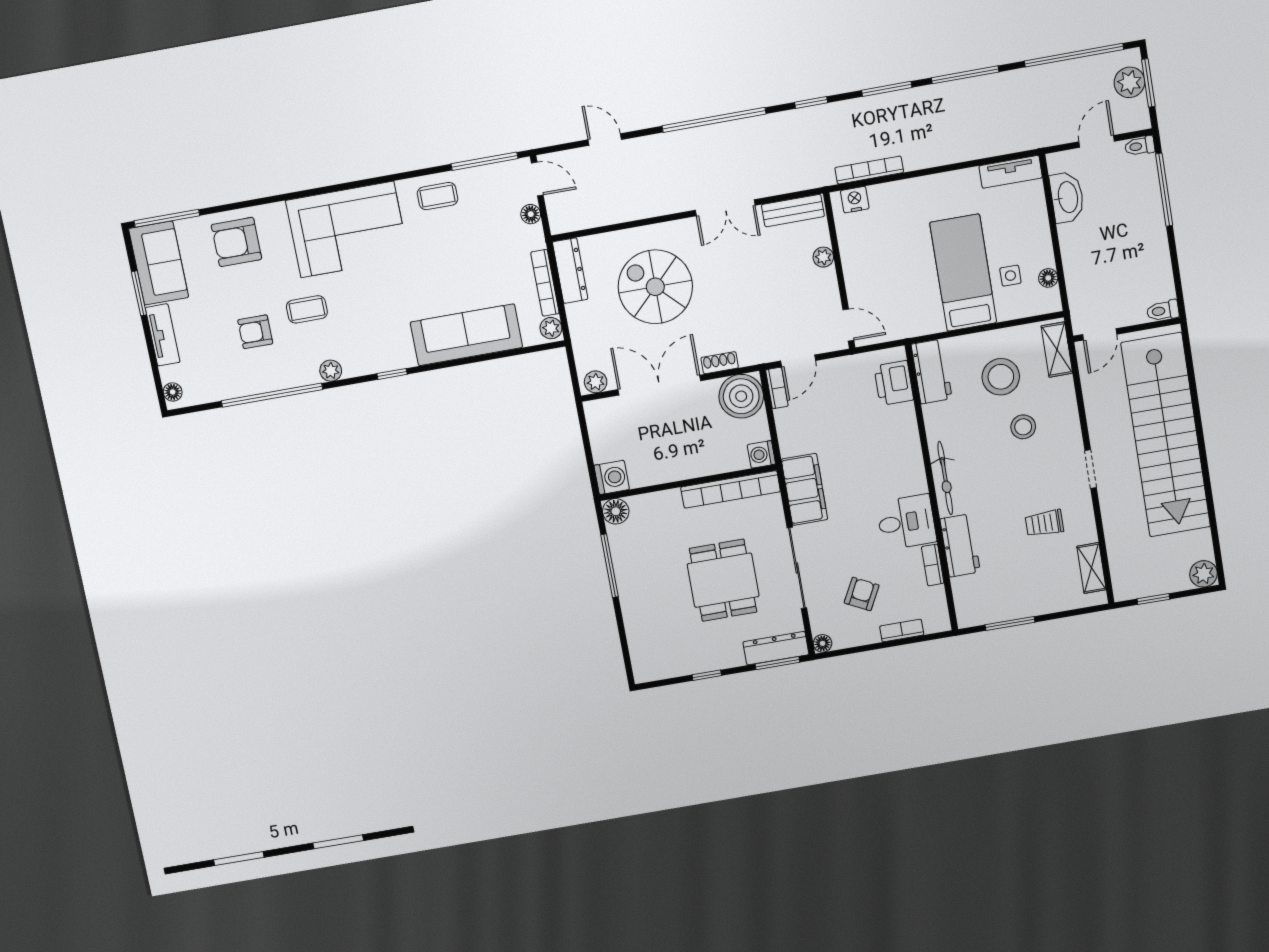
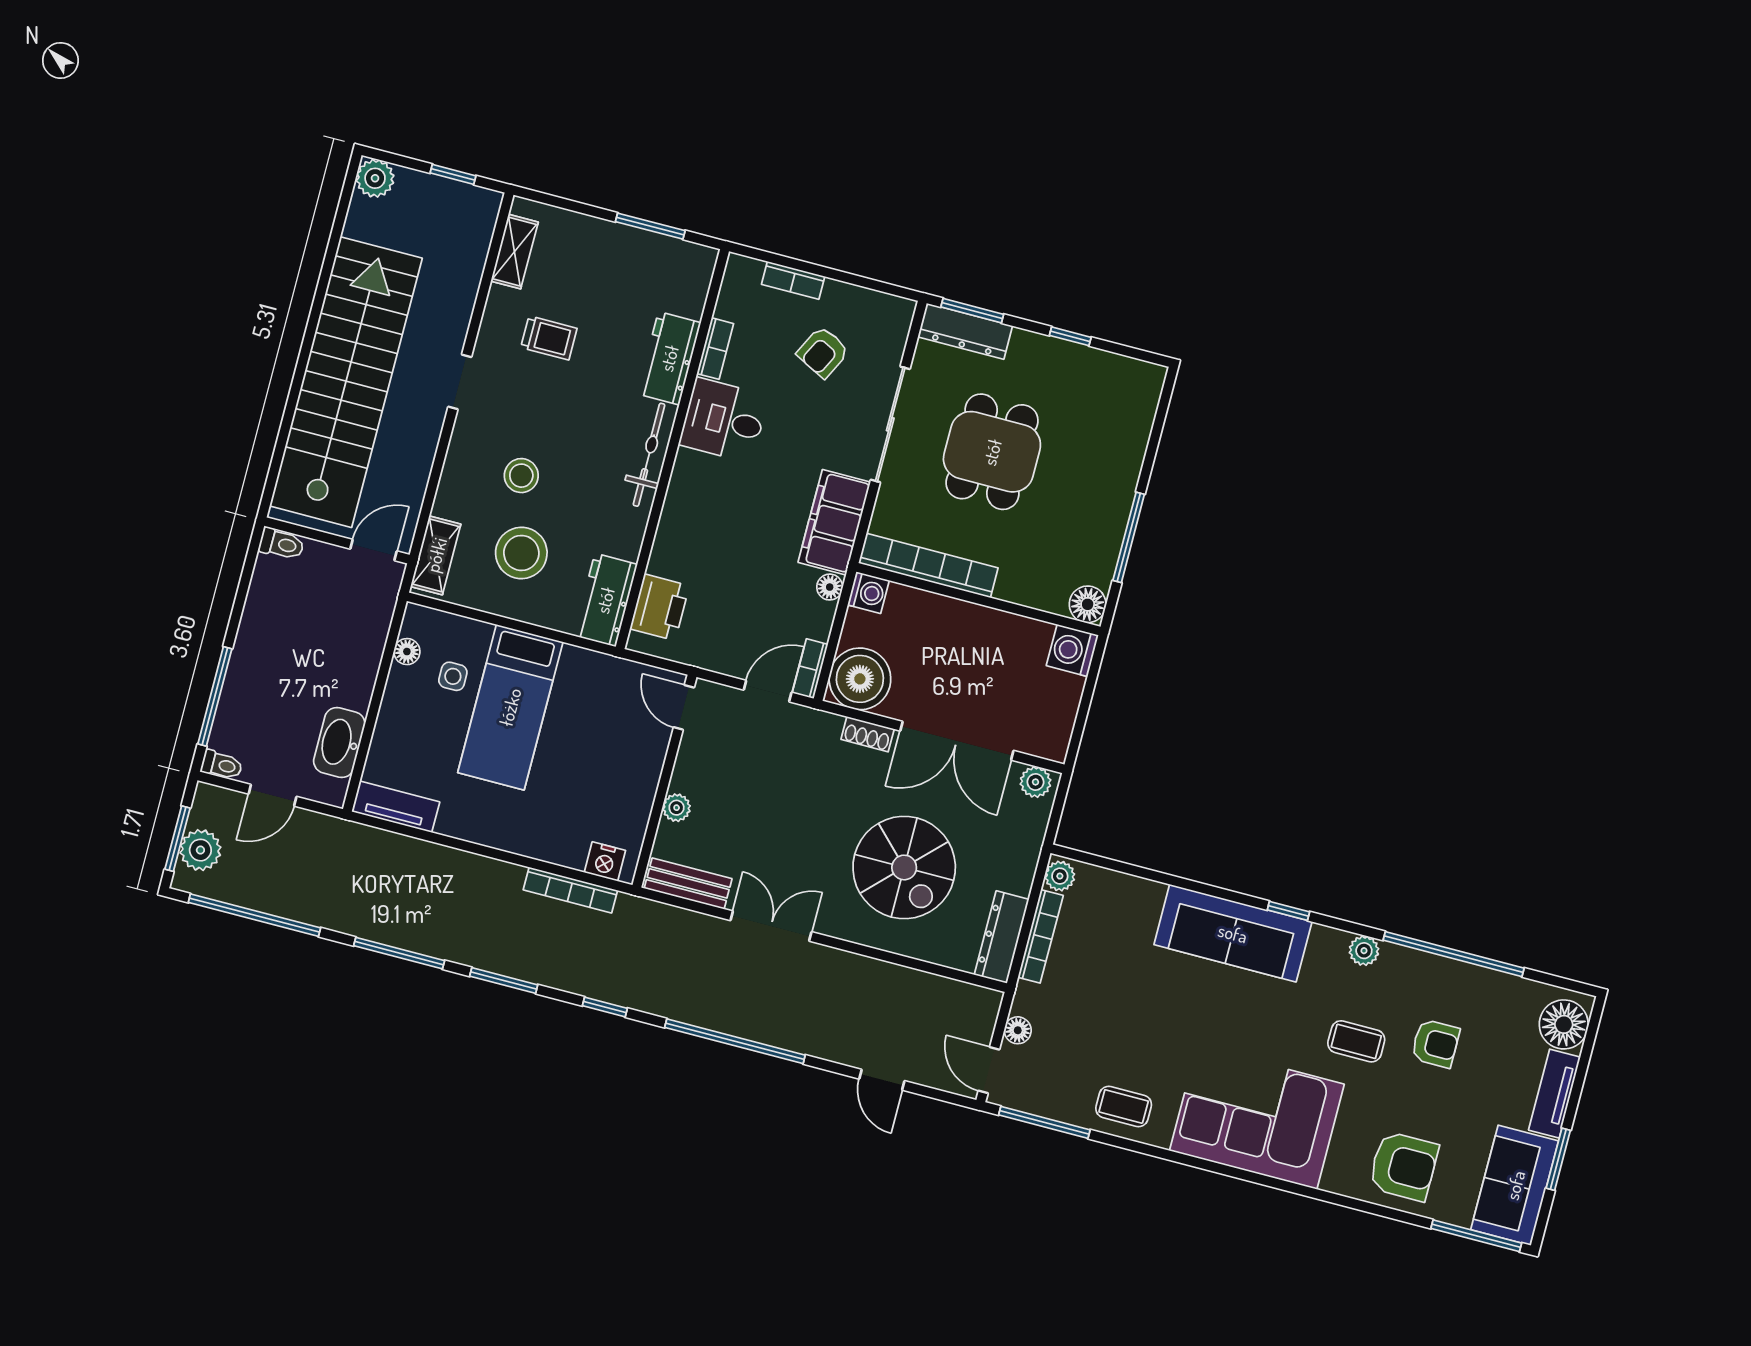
sofa: (466, 335) -> (1233, 933), moved
floor lamp: (173, 392) -> (1564, 1024), width x1.89, depth x1.89
floor lamp: (822, 643) -> (830, 587), moved

